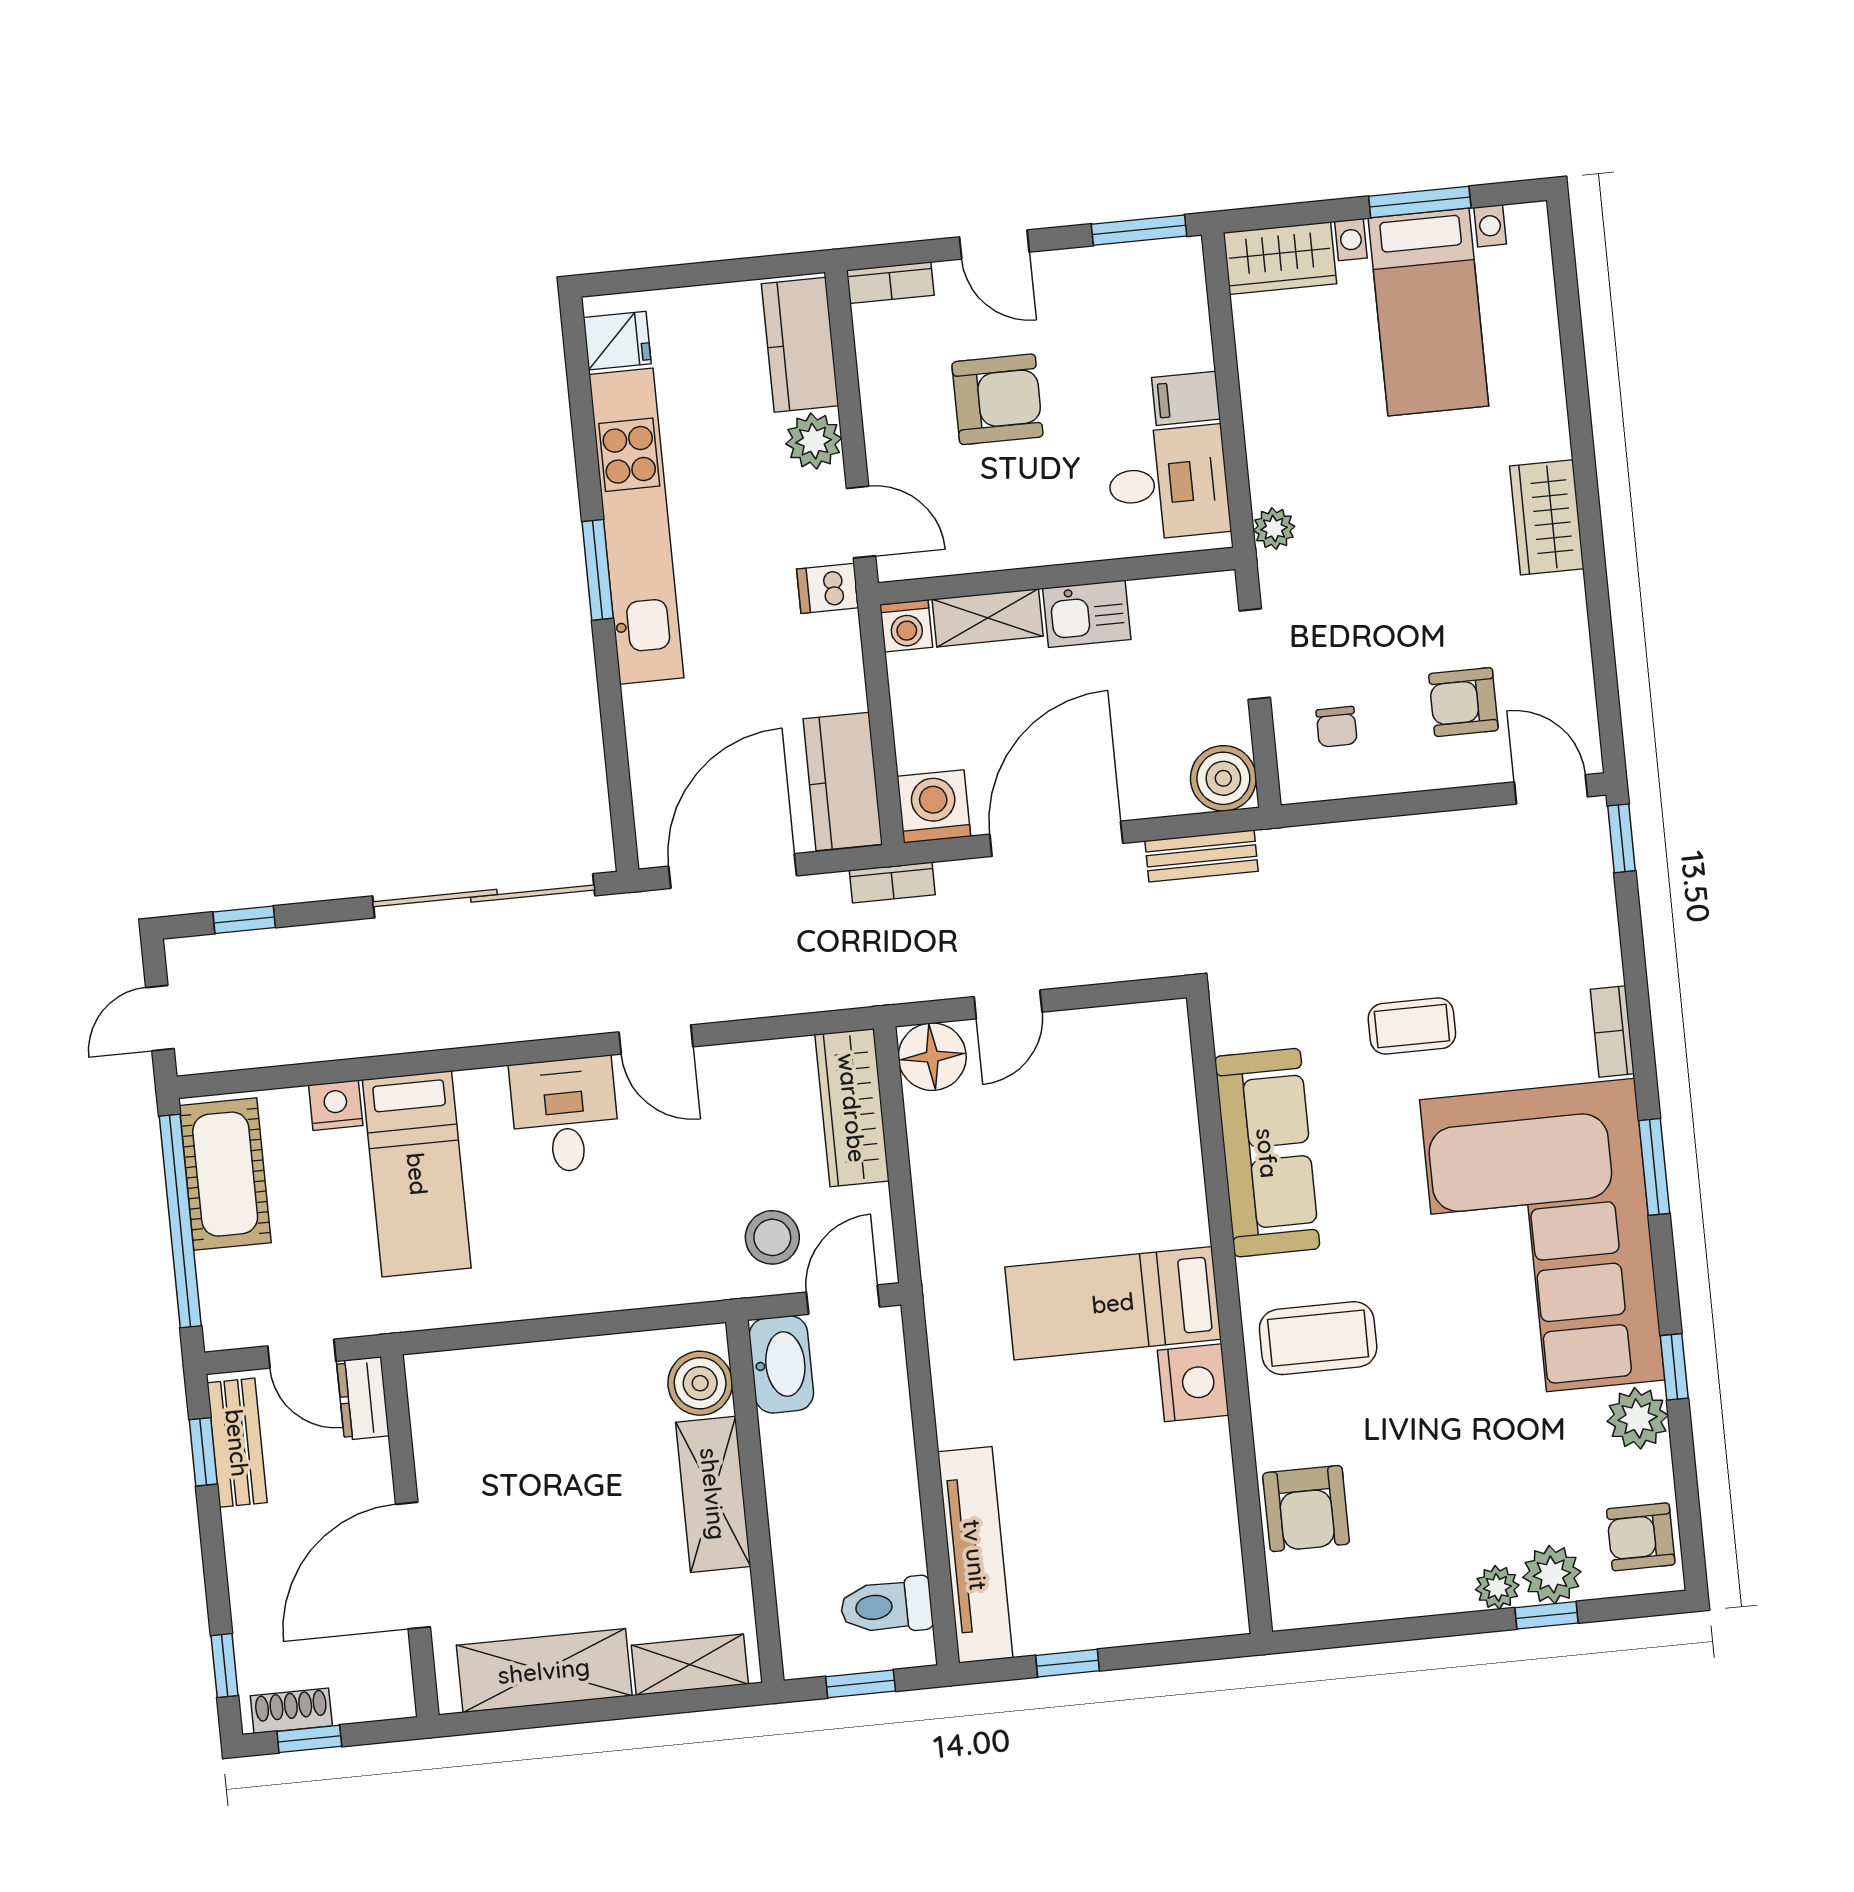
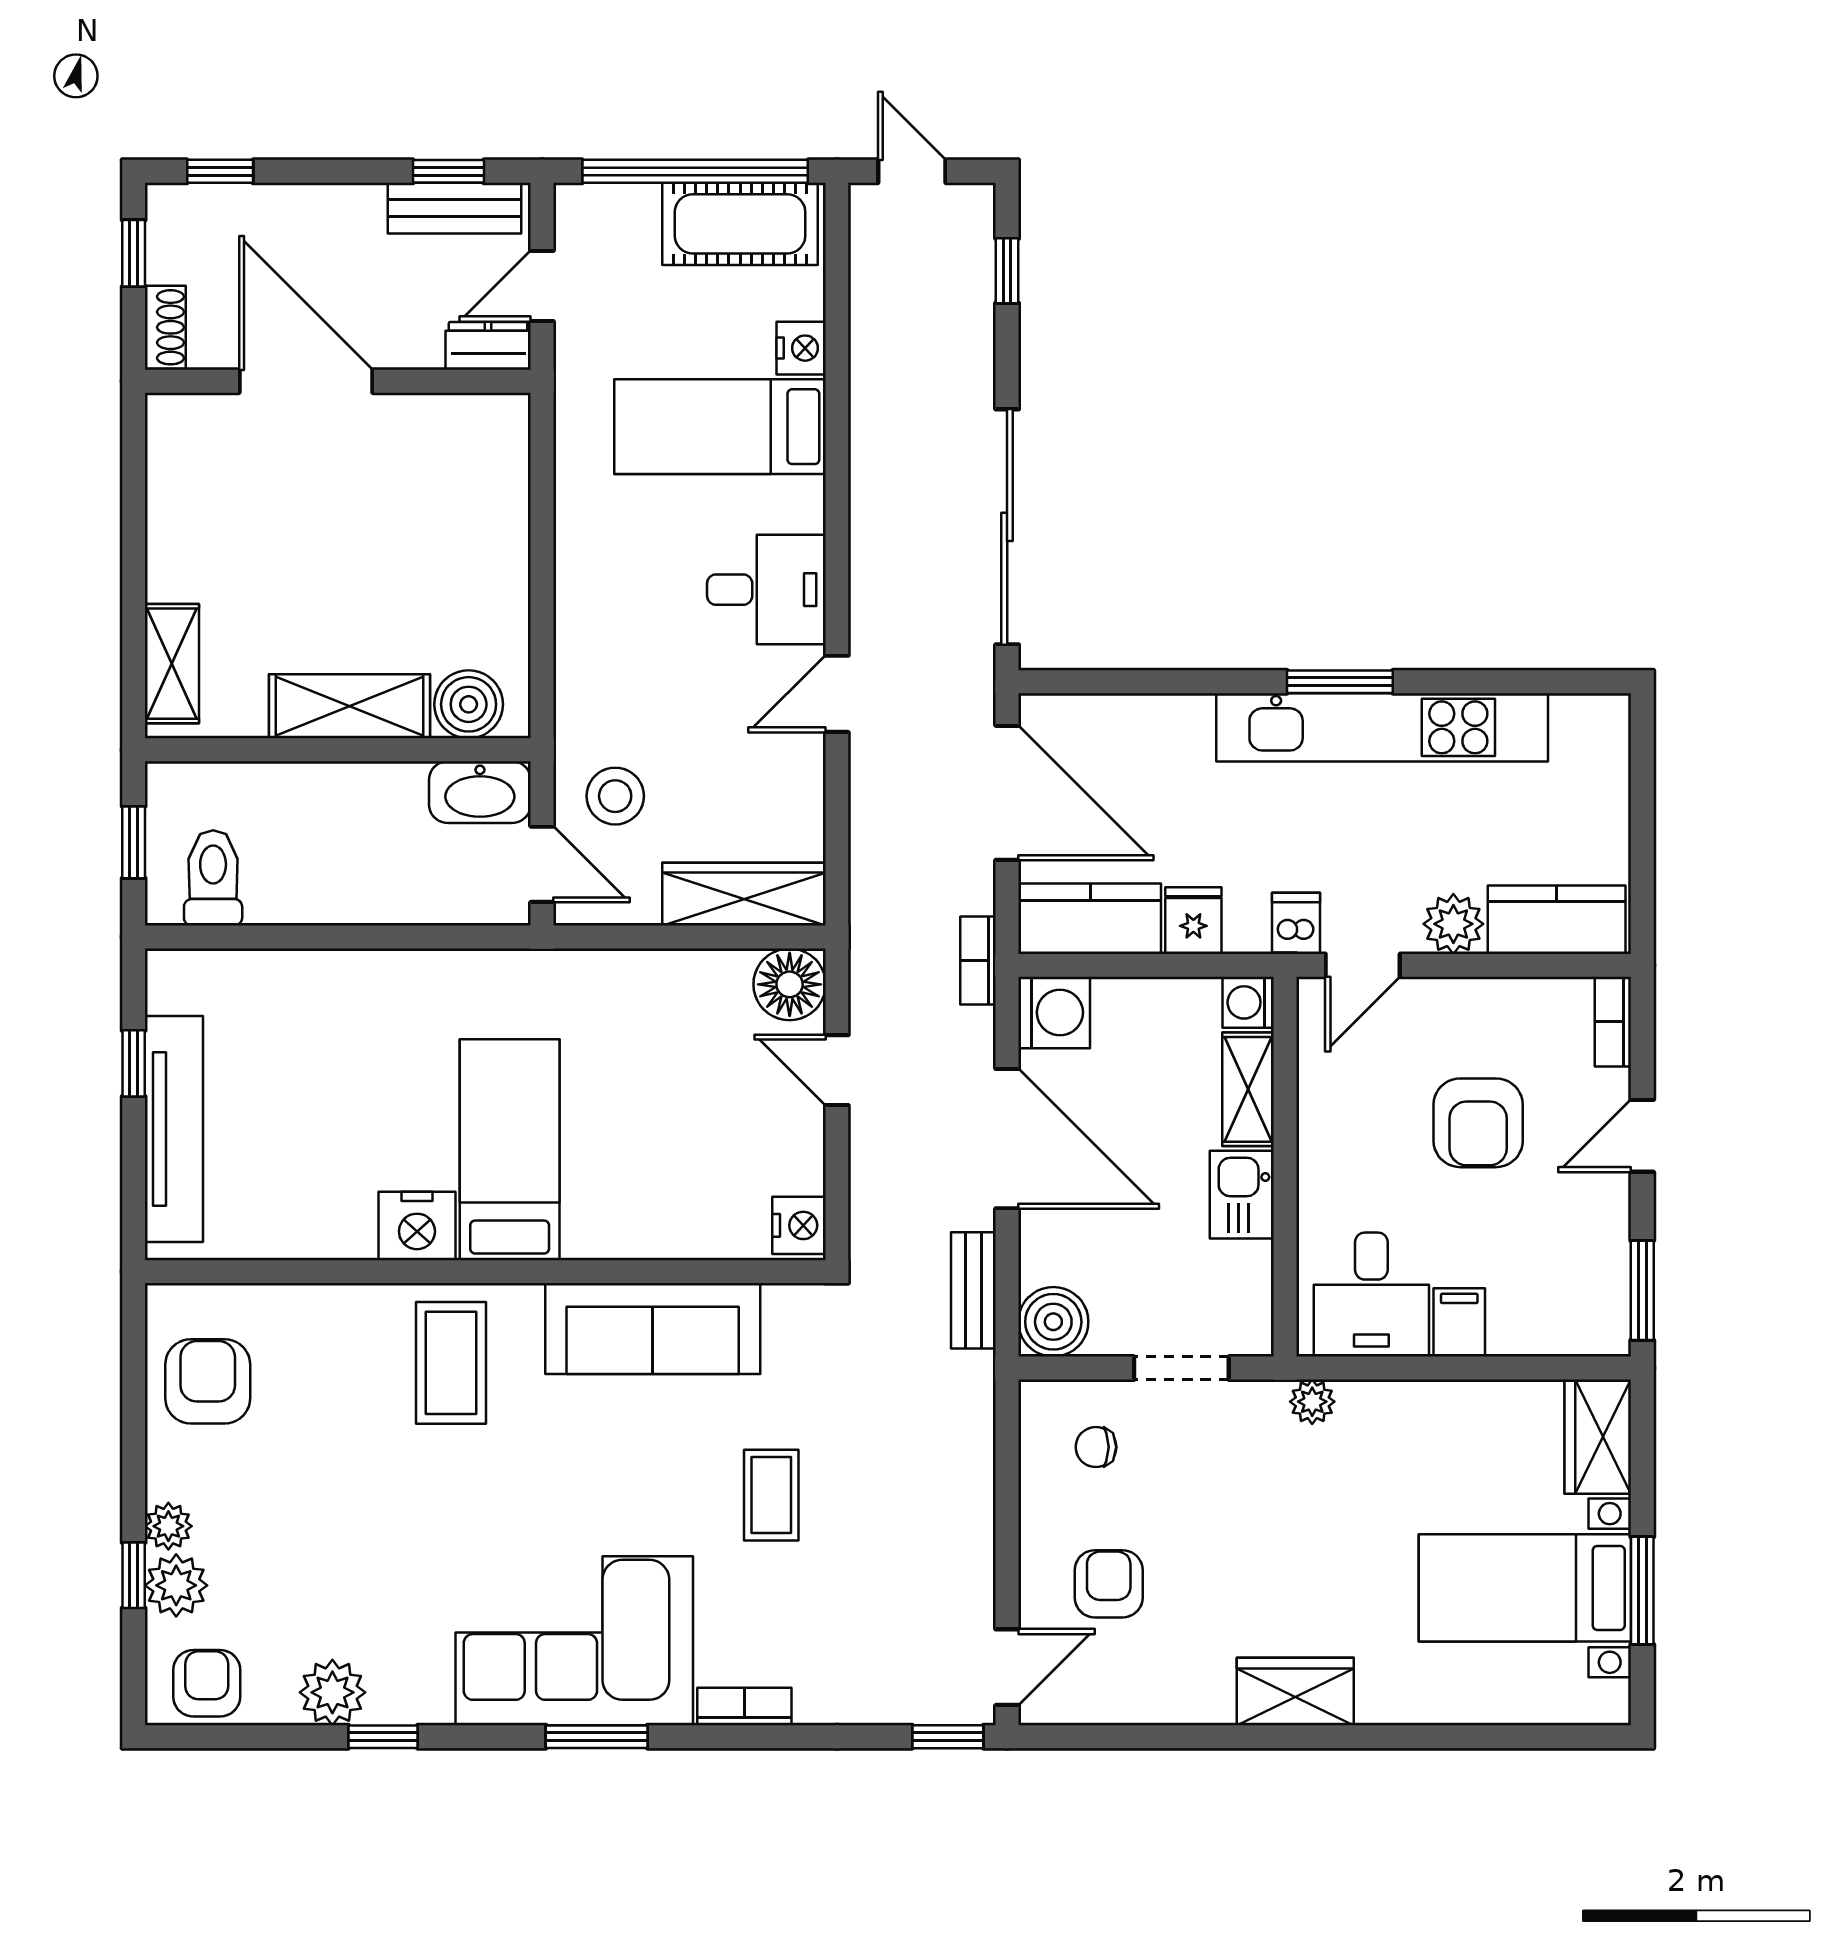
fridge: (617, 341) -> (1193, 921), moved, turned 180
nightstand: (1157, 1025) -> (799, 1225), added
corner sofa: (1542, 1240) -> (574, 1641), width x0.73, depth x0.74
armchair: (1306, 1509) -> (208, 1381), moved, turned 90
tv unit: (975, 1555) -> (174, 1129), moved, turned -90
shelving: (544, 1671) -> (181, 509), removed
shoe rack: (291, 1711) -> (165, 327), moved

